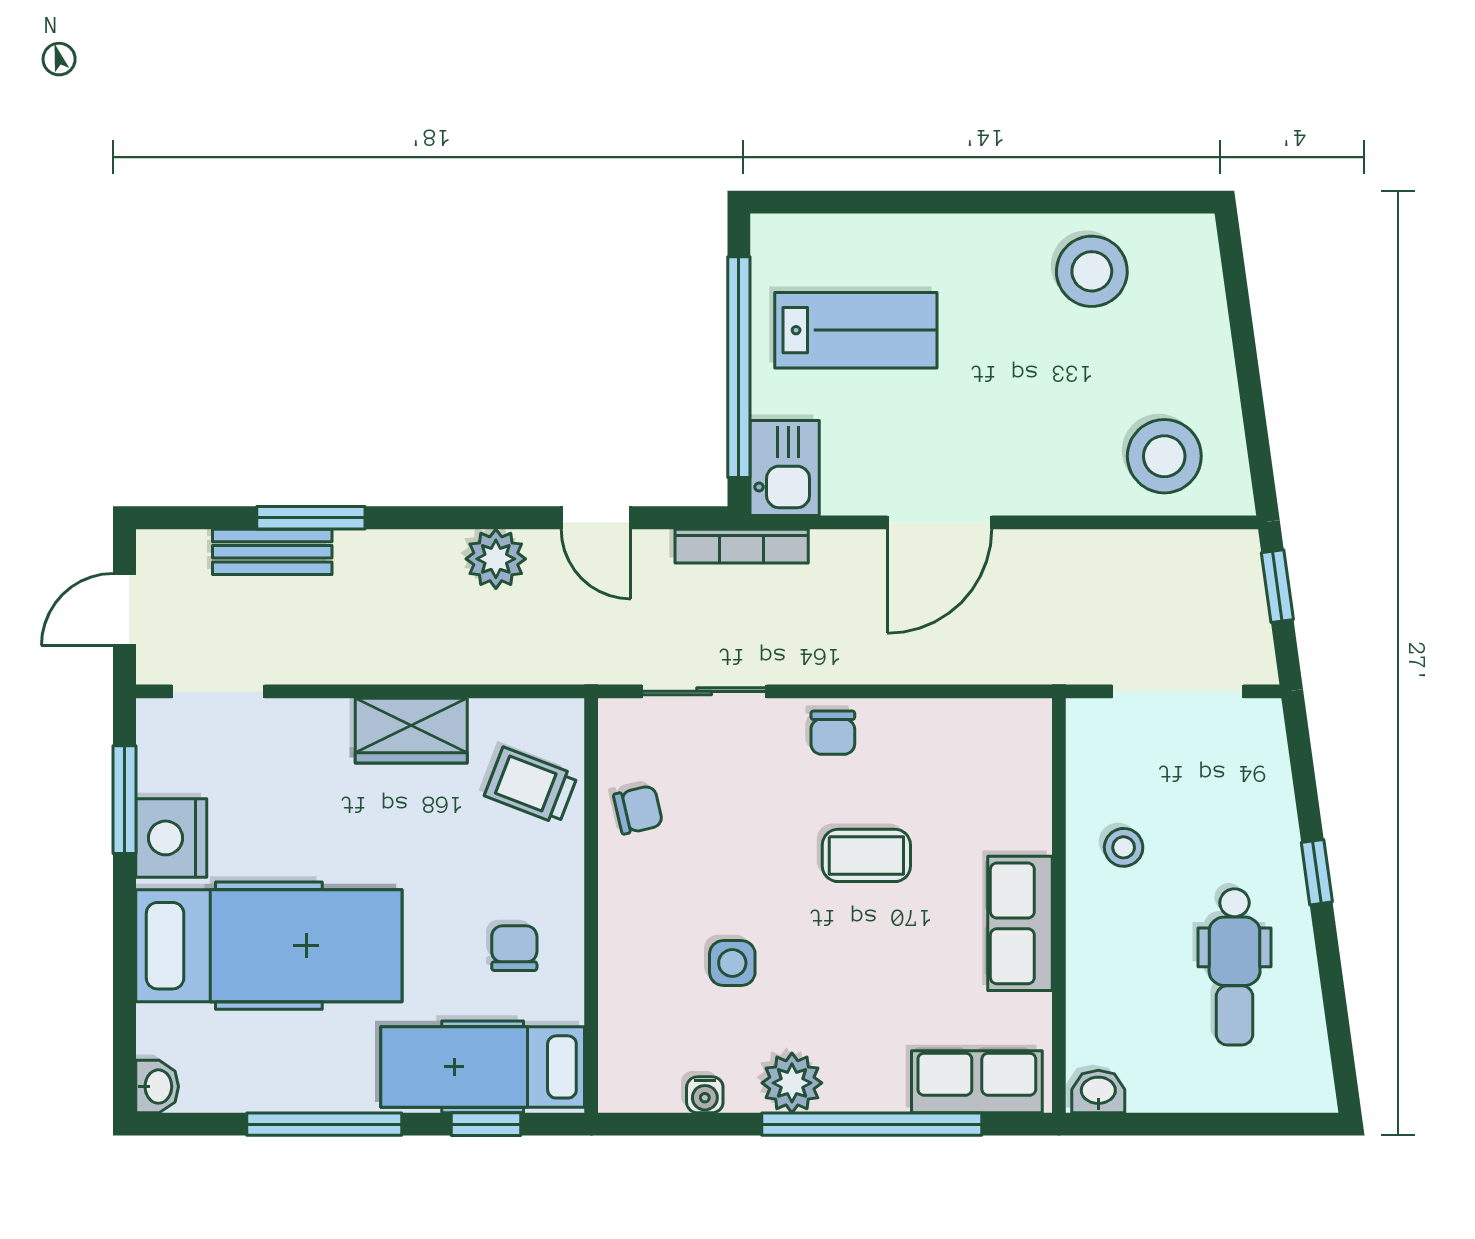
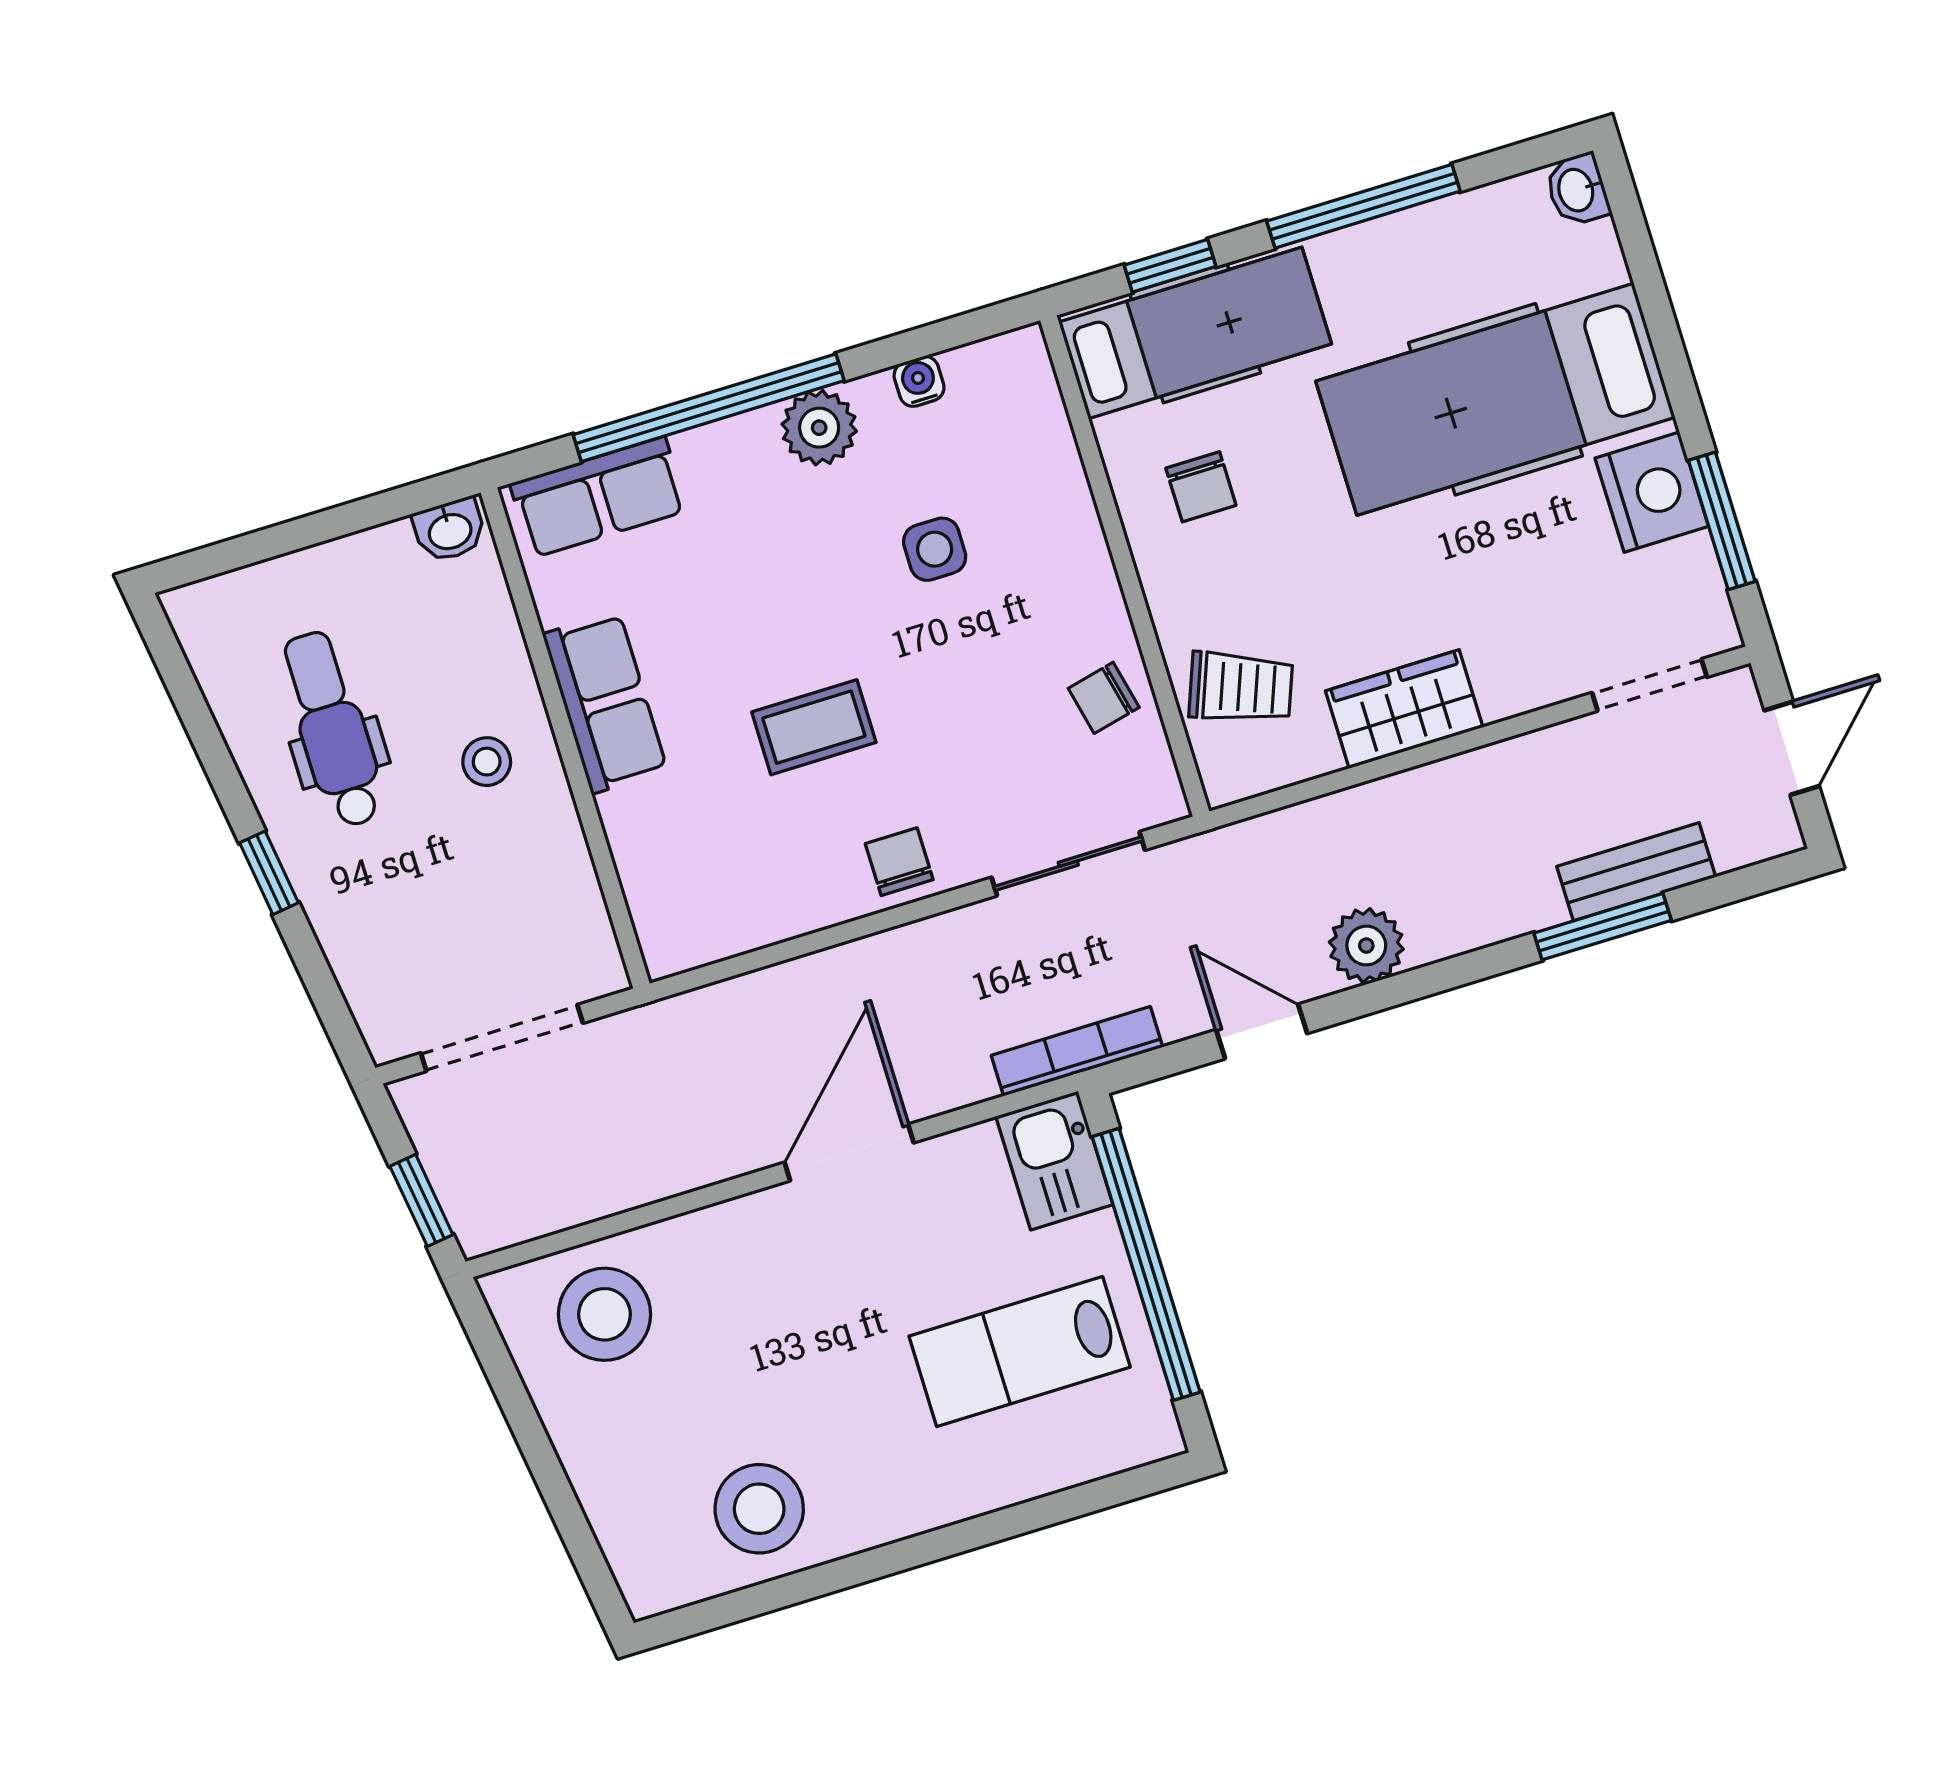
stool: (1124, 847) -> (487, 762), moved

